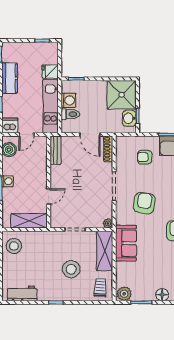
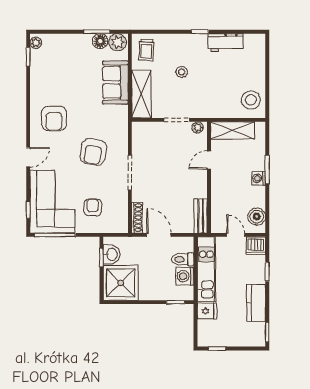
door: (26, 134) -> (236, 235), hinge flipped
armchair: (145, 157) -> (93, 207), turned -90
plant: (108, 223) -> (198, 127), moved
sofa: (126, 243) -> (115, 82), moved
stool: (71, 269) -> (182, 72), width x0.53, depth x0.53
workbench: (22, 293) -> (226, 43), moved
floor lamp: (162, 295) -> (100, 41), moved

